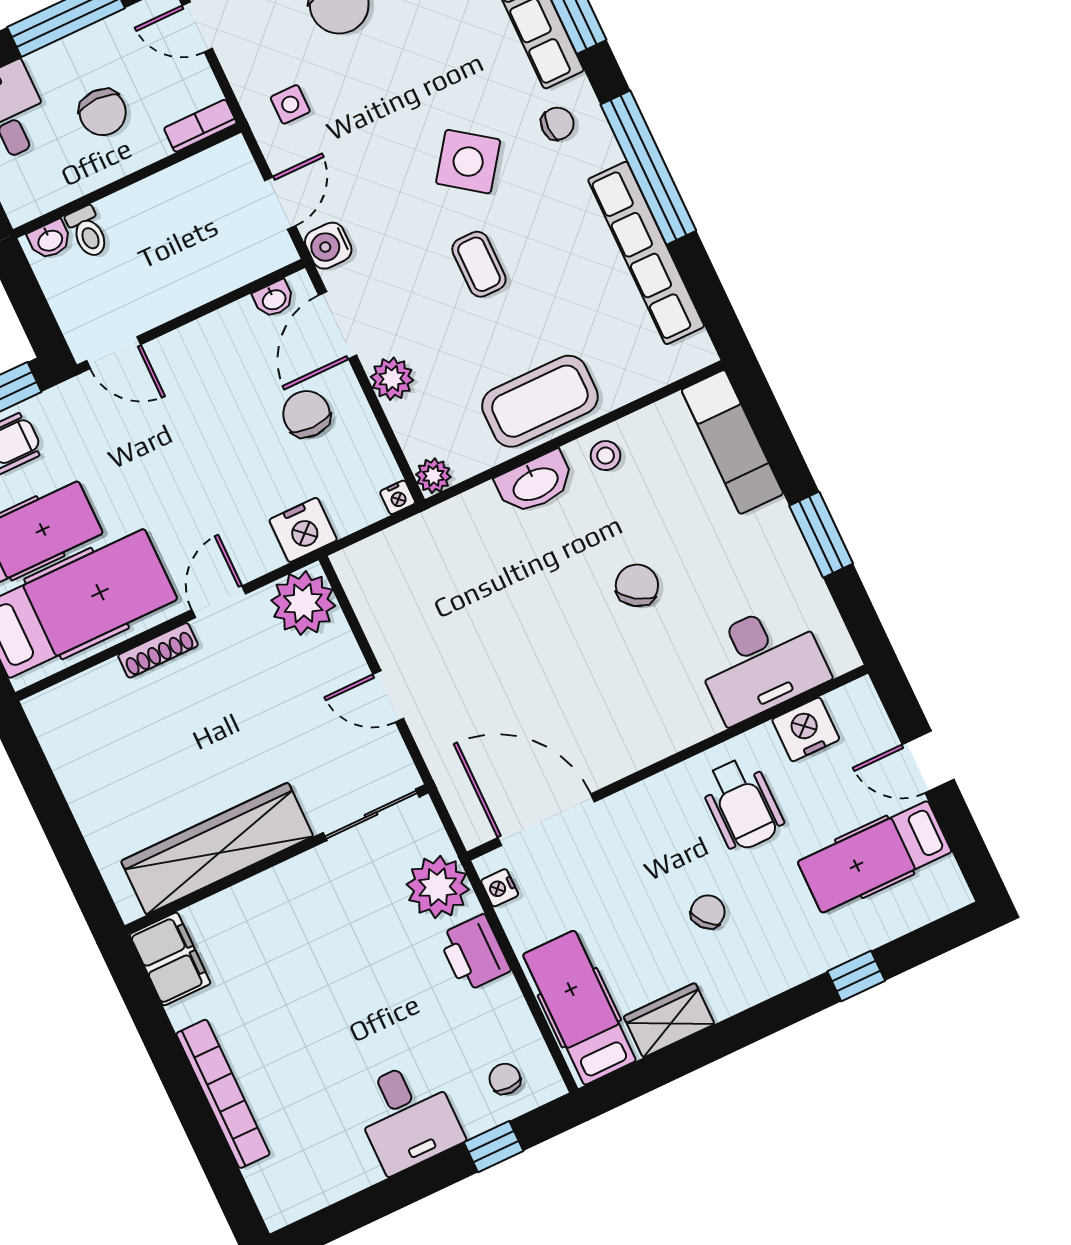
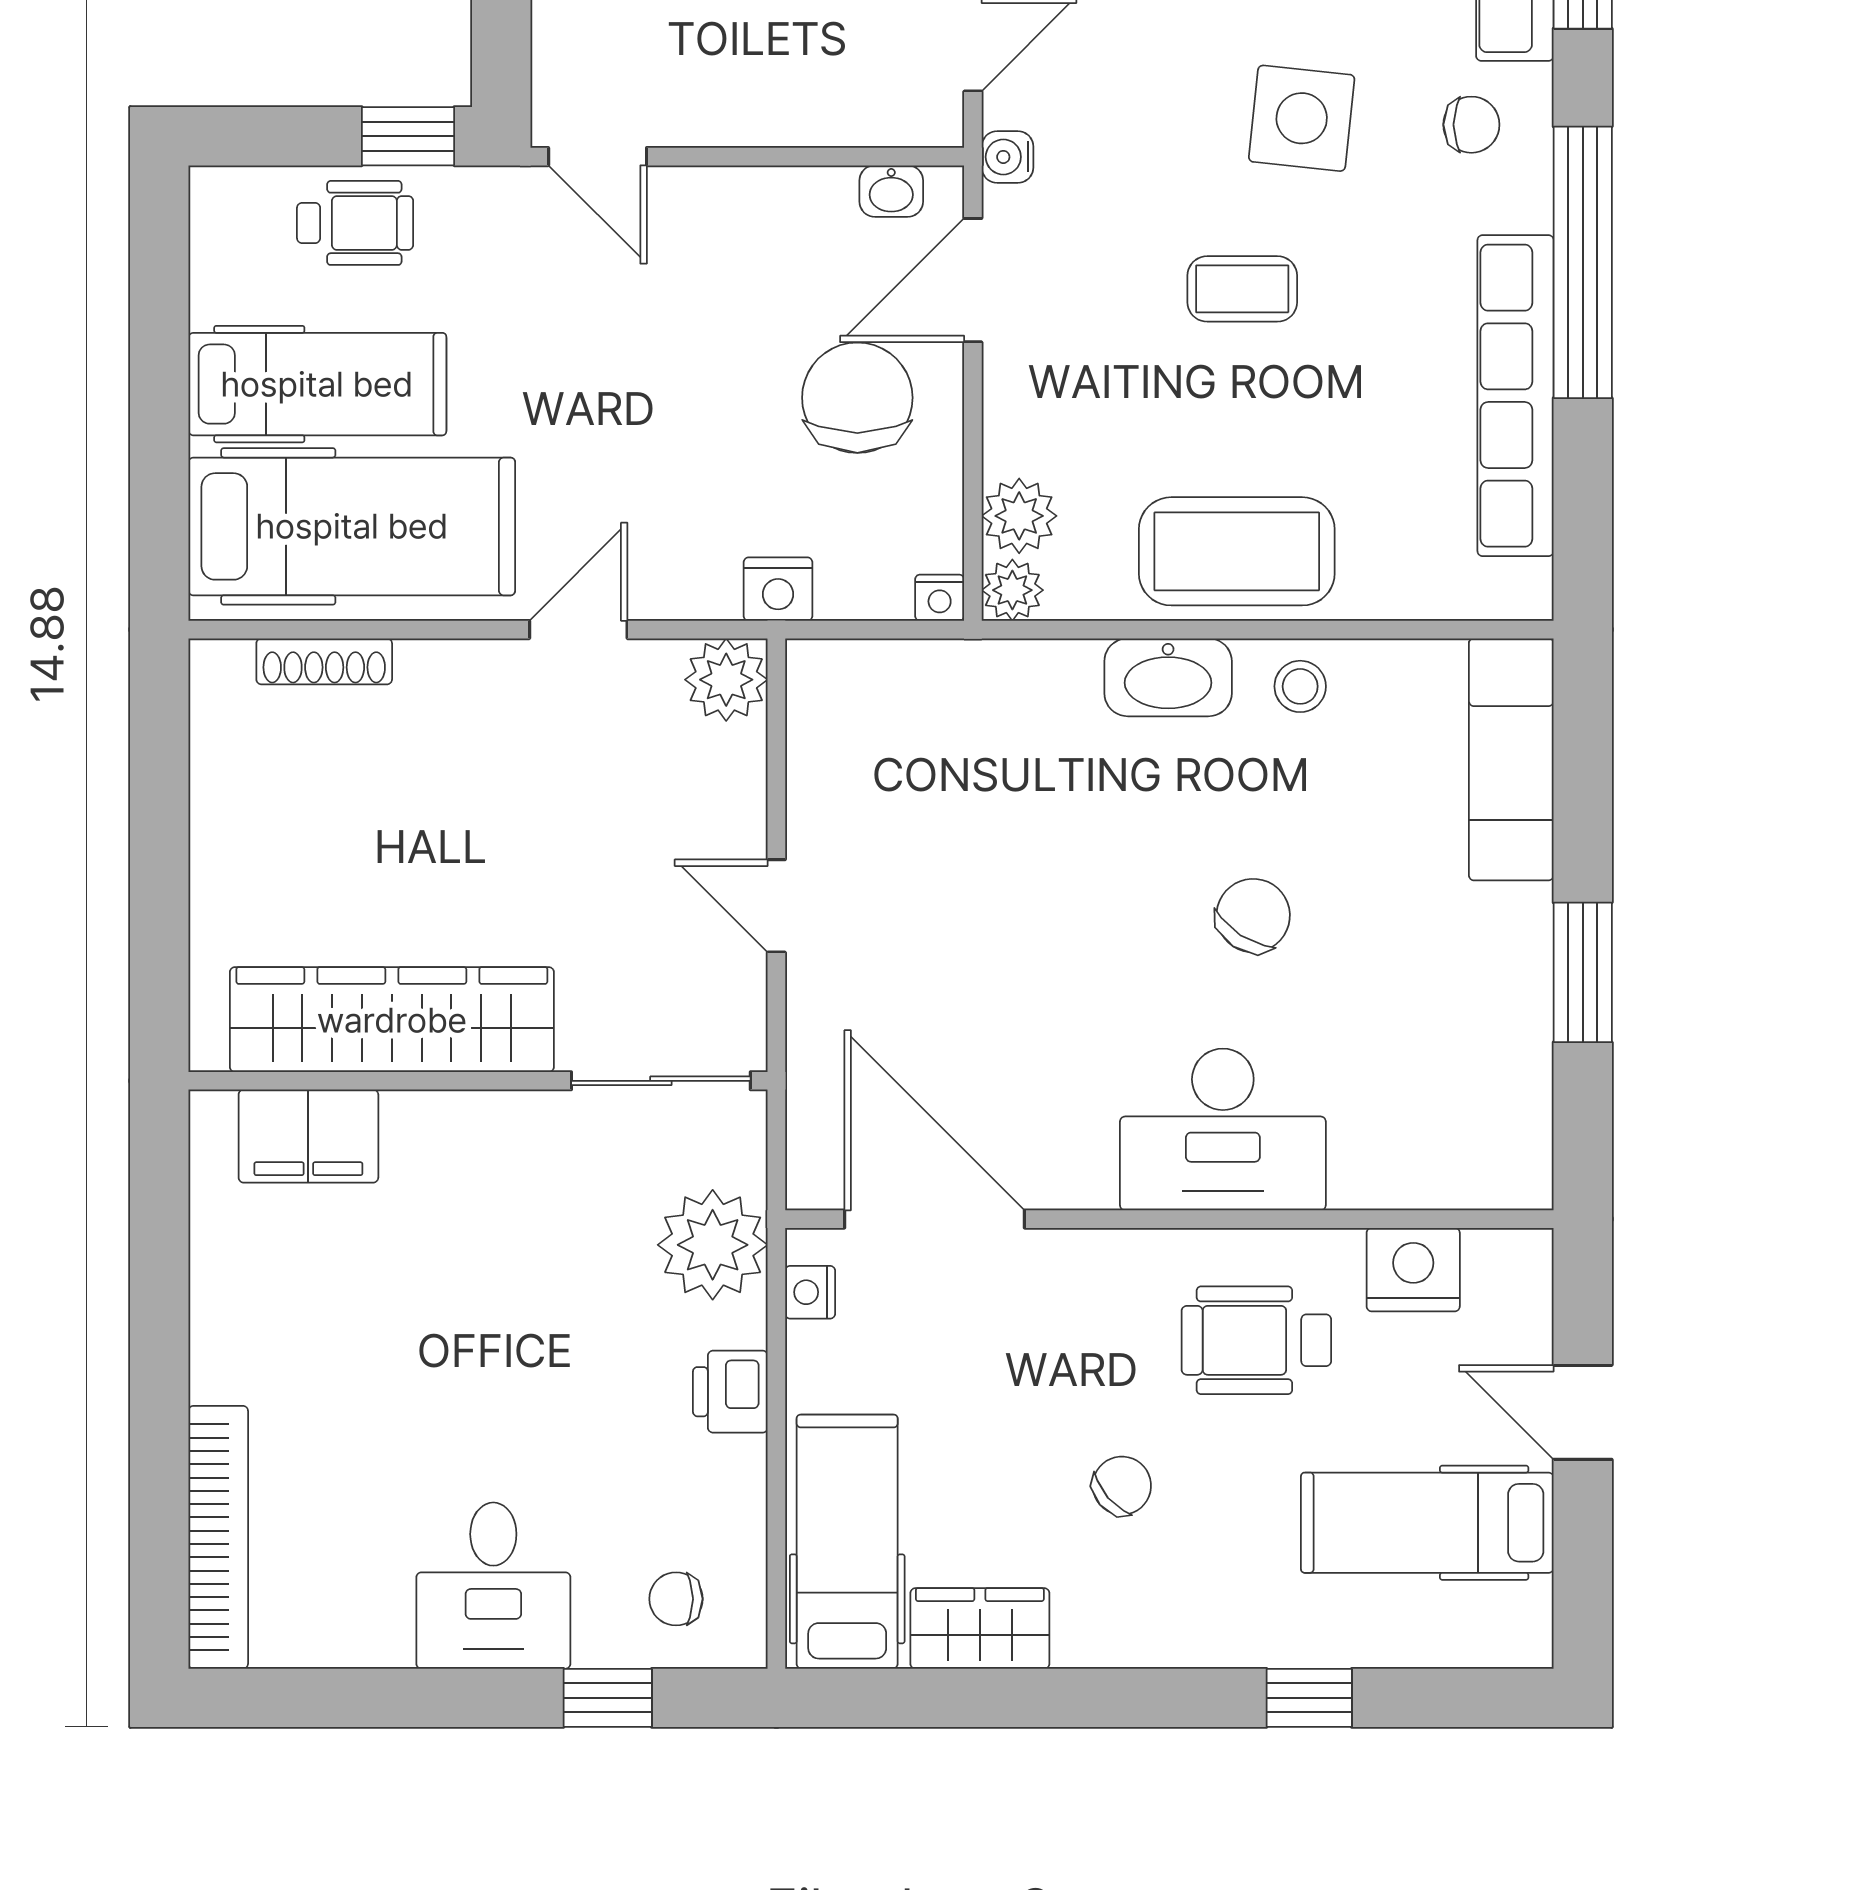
side table: (468, 162) -> (1302, 118), turned -30
water cooler: (328, 246) -> (1007, 157), width x0.72, depth x0.72
coffee table: (479, 264) -> (1242, 289), turned 90
plant: (392, 379) -> (1019, 516), moved
chair: (306, 414) -> (857, 398), width x1.37, depth x1.37
nightstand: (303, 530) -> (778, 589), width x0.74, depth x0.75
plant: (303, 603) -> (726, 680), width x0.73, depth x0.73
shoe rack: (158, 650) -> (324, 661), moved
desk: (761, 662) -> (1223, 1129), moved
wheelchair: (742, 804) -> (1256, 1340), turned 90
printer: (474, 953) -> (730, 1392), width x0.73, depth x0.81
filing cabinet: (170, 959) -> (308, 1136), moved, turned 90
chair: (505, 1079) -> (676, 1599), turned -90
bookcase: (223, 1094) -> (218, 1537), moved

